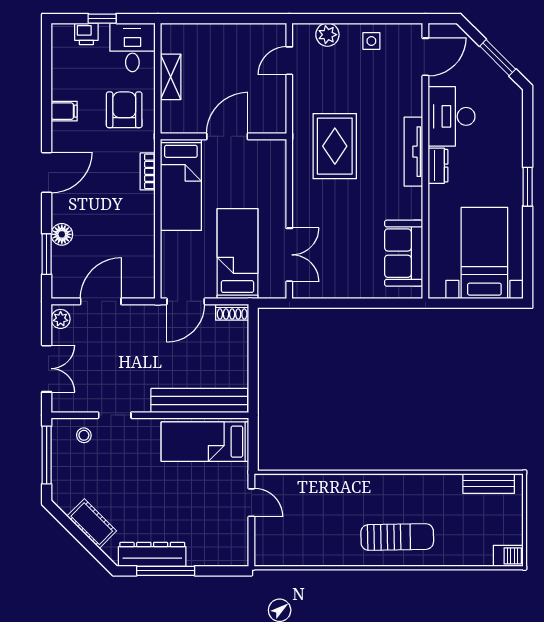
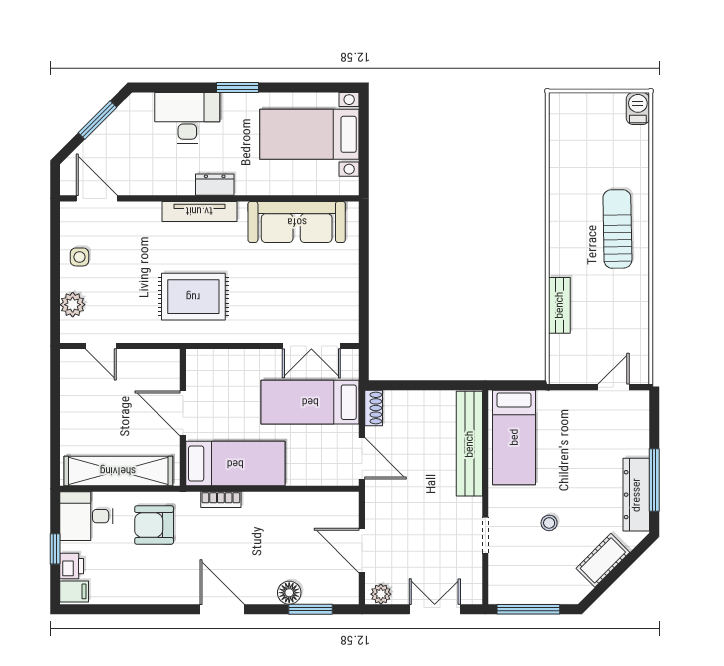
shelving: (171, 77) -> (118, 471), width x2.20, depth x1.33
filing cabinet: (64, 111) -> (74, 591), moved, turned 90
desk: (452, 116) -> (187, 118), moved, turned 180
sofa: (404, 253) -> (297, 222), width x1.36
double door: (289, 255) -> (311, 346), swing flipped
stool: (84, 435) -> (549, 523), moved
bench: (489, 483) -> (559, 305), moved
door: (251, 503) -> (613, 387), moved

